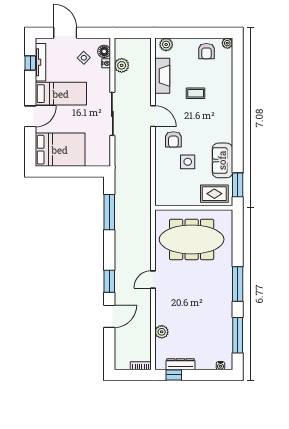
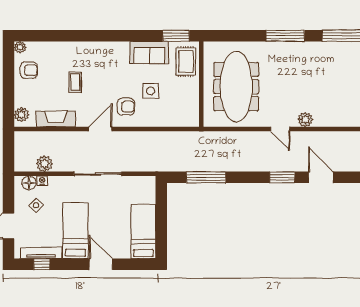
bed: (60, 150) -> (143, 231), width x0.67
plant: (162, 332) -> (305, 120), moved

